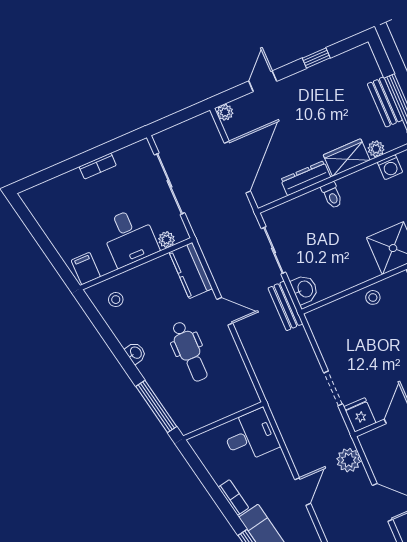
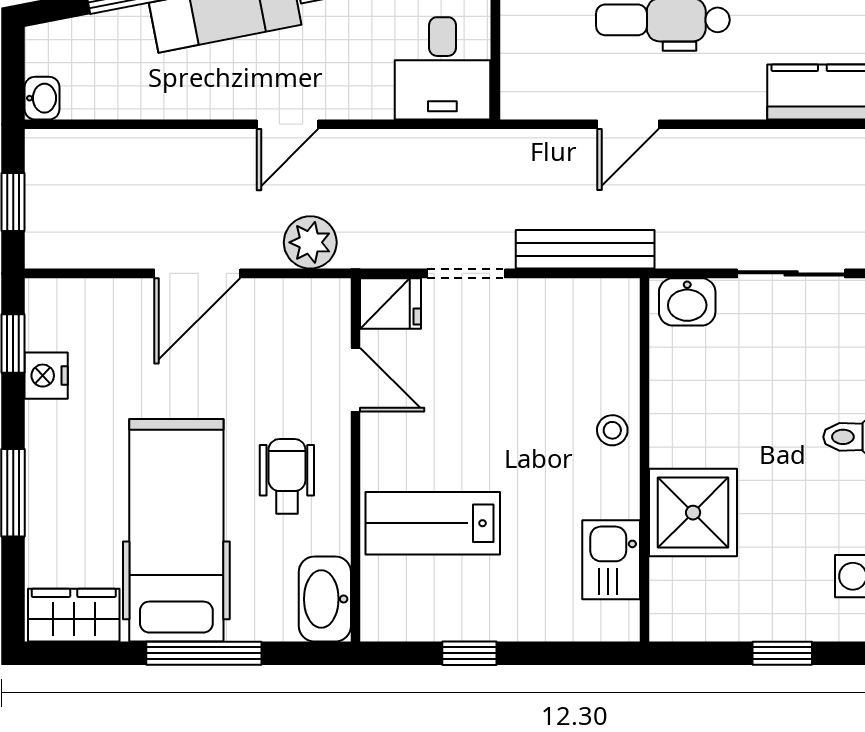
bench: (285, 306) -> (585, 249), moved, width x1.36
door: (225, 311) -> (628, 124), moved
door: (303, 491) -> (288, 124), hinge flipped

